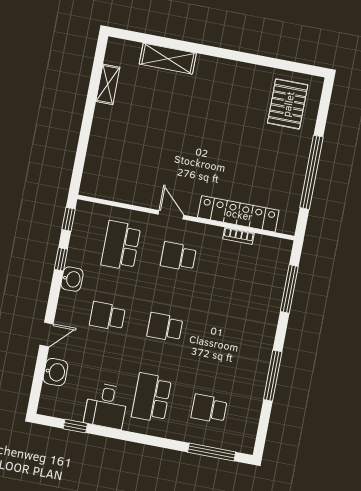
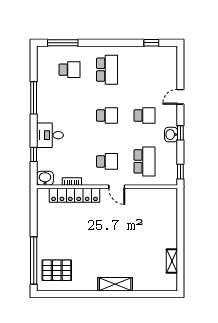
shelving: (168, 59) -> (115, 284), moved
pallet: (288, 104) -> (57, 270), turned 90
window: (311, 172) -> (34, 260), moved
window: (61, 259) -> (180, 133), moved
window: (289, 289) -> (34, 154), width x0.46
washbasin: (55, 372) -> (45, 178), moved, turned 90
desk: (106, 406) -> (50, 135), moved, turned -90

